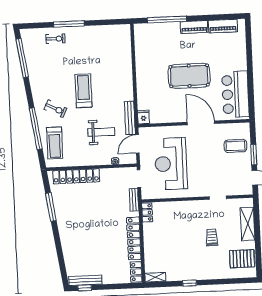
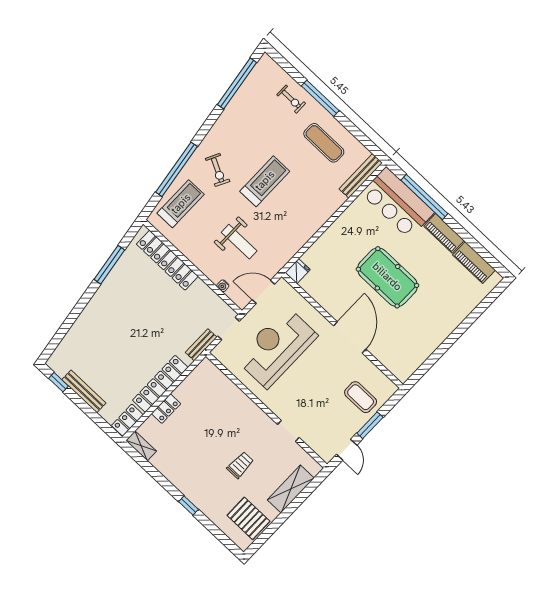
exercise mat: (93, 43) -> (324, 143), added
bar counter: (235, 94) -> (398, 203), moved, turned -90
bench: (130, 118) -> (361, 176), moved
treadmill: (55, 143) -> (181, 204), turned 180
locker: (147, 212) -> (166, 409), moved
bench: (85, 280) -> (84, 391), moved
window: (190, 283) -> (188, 505), moved

